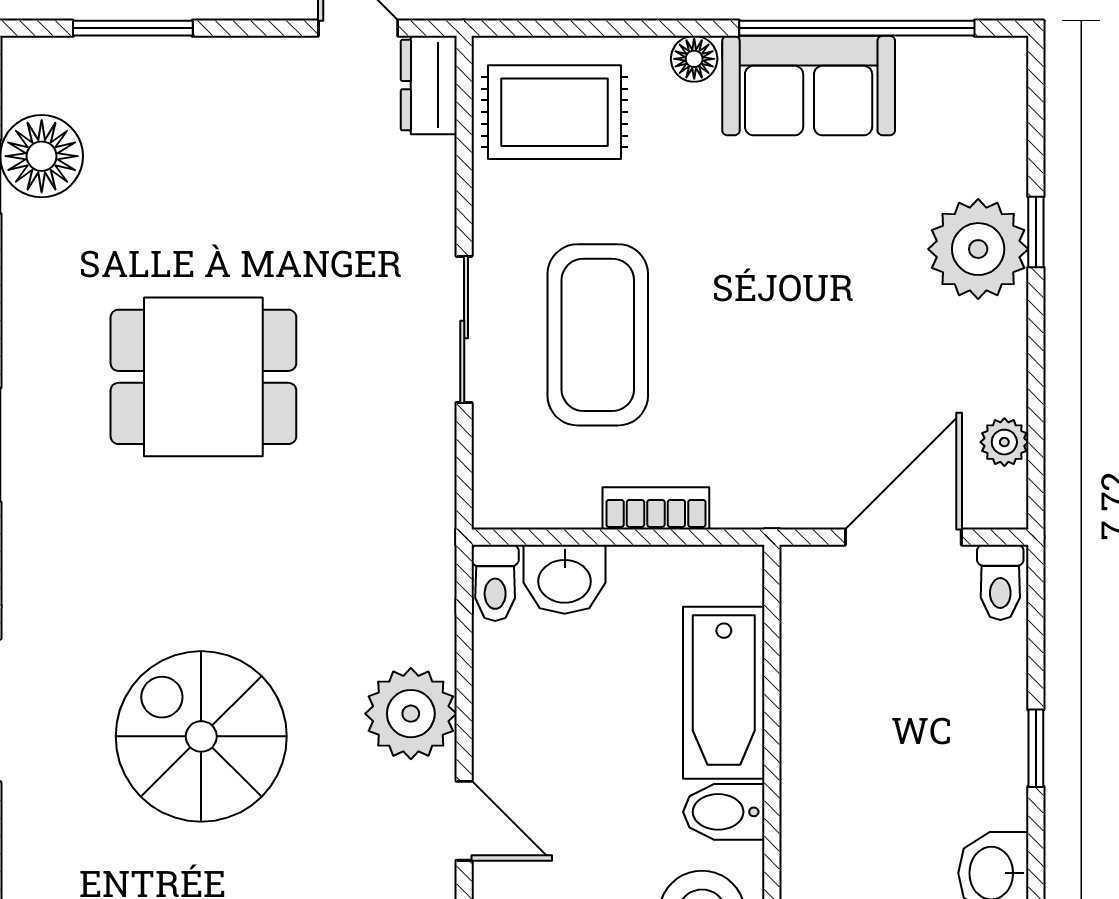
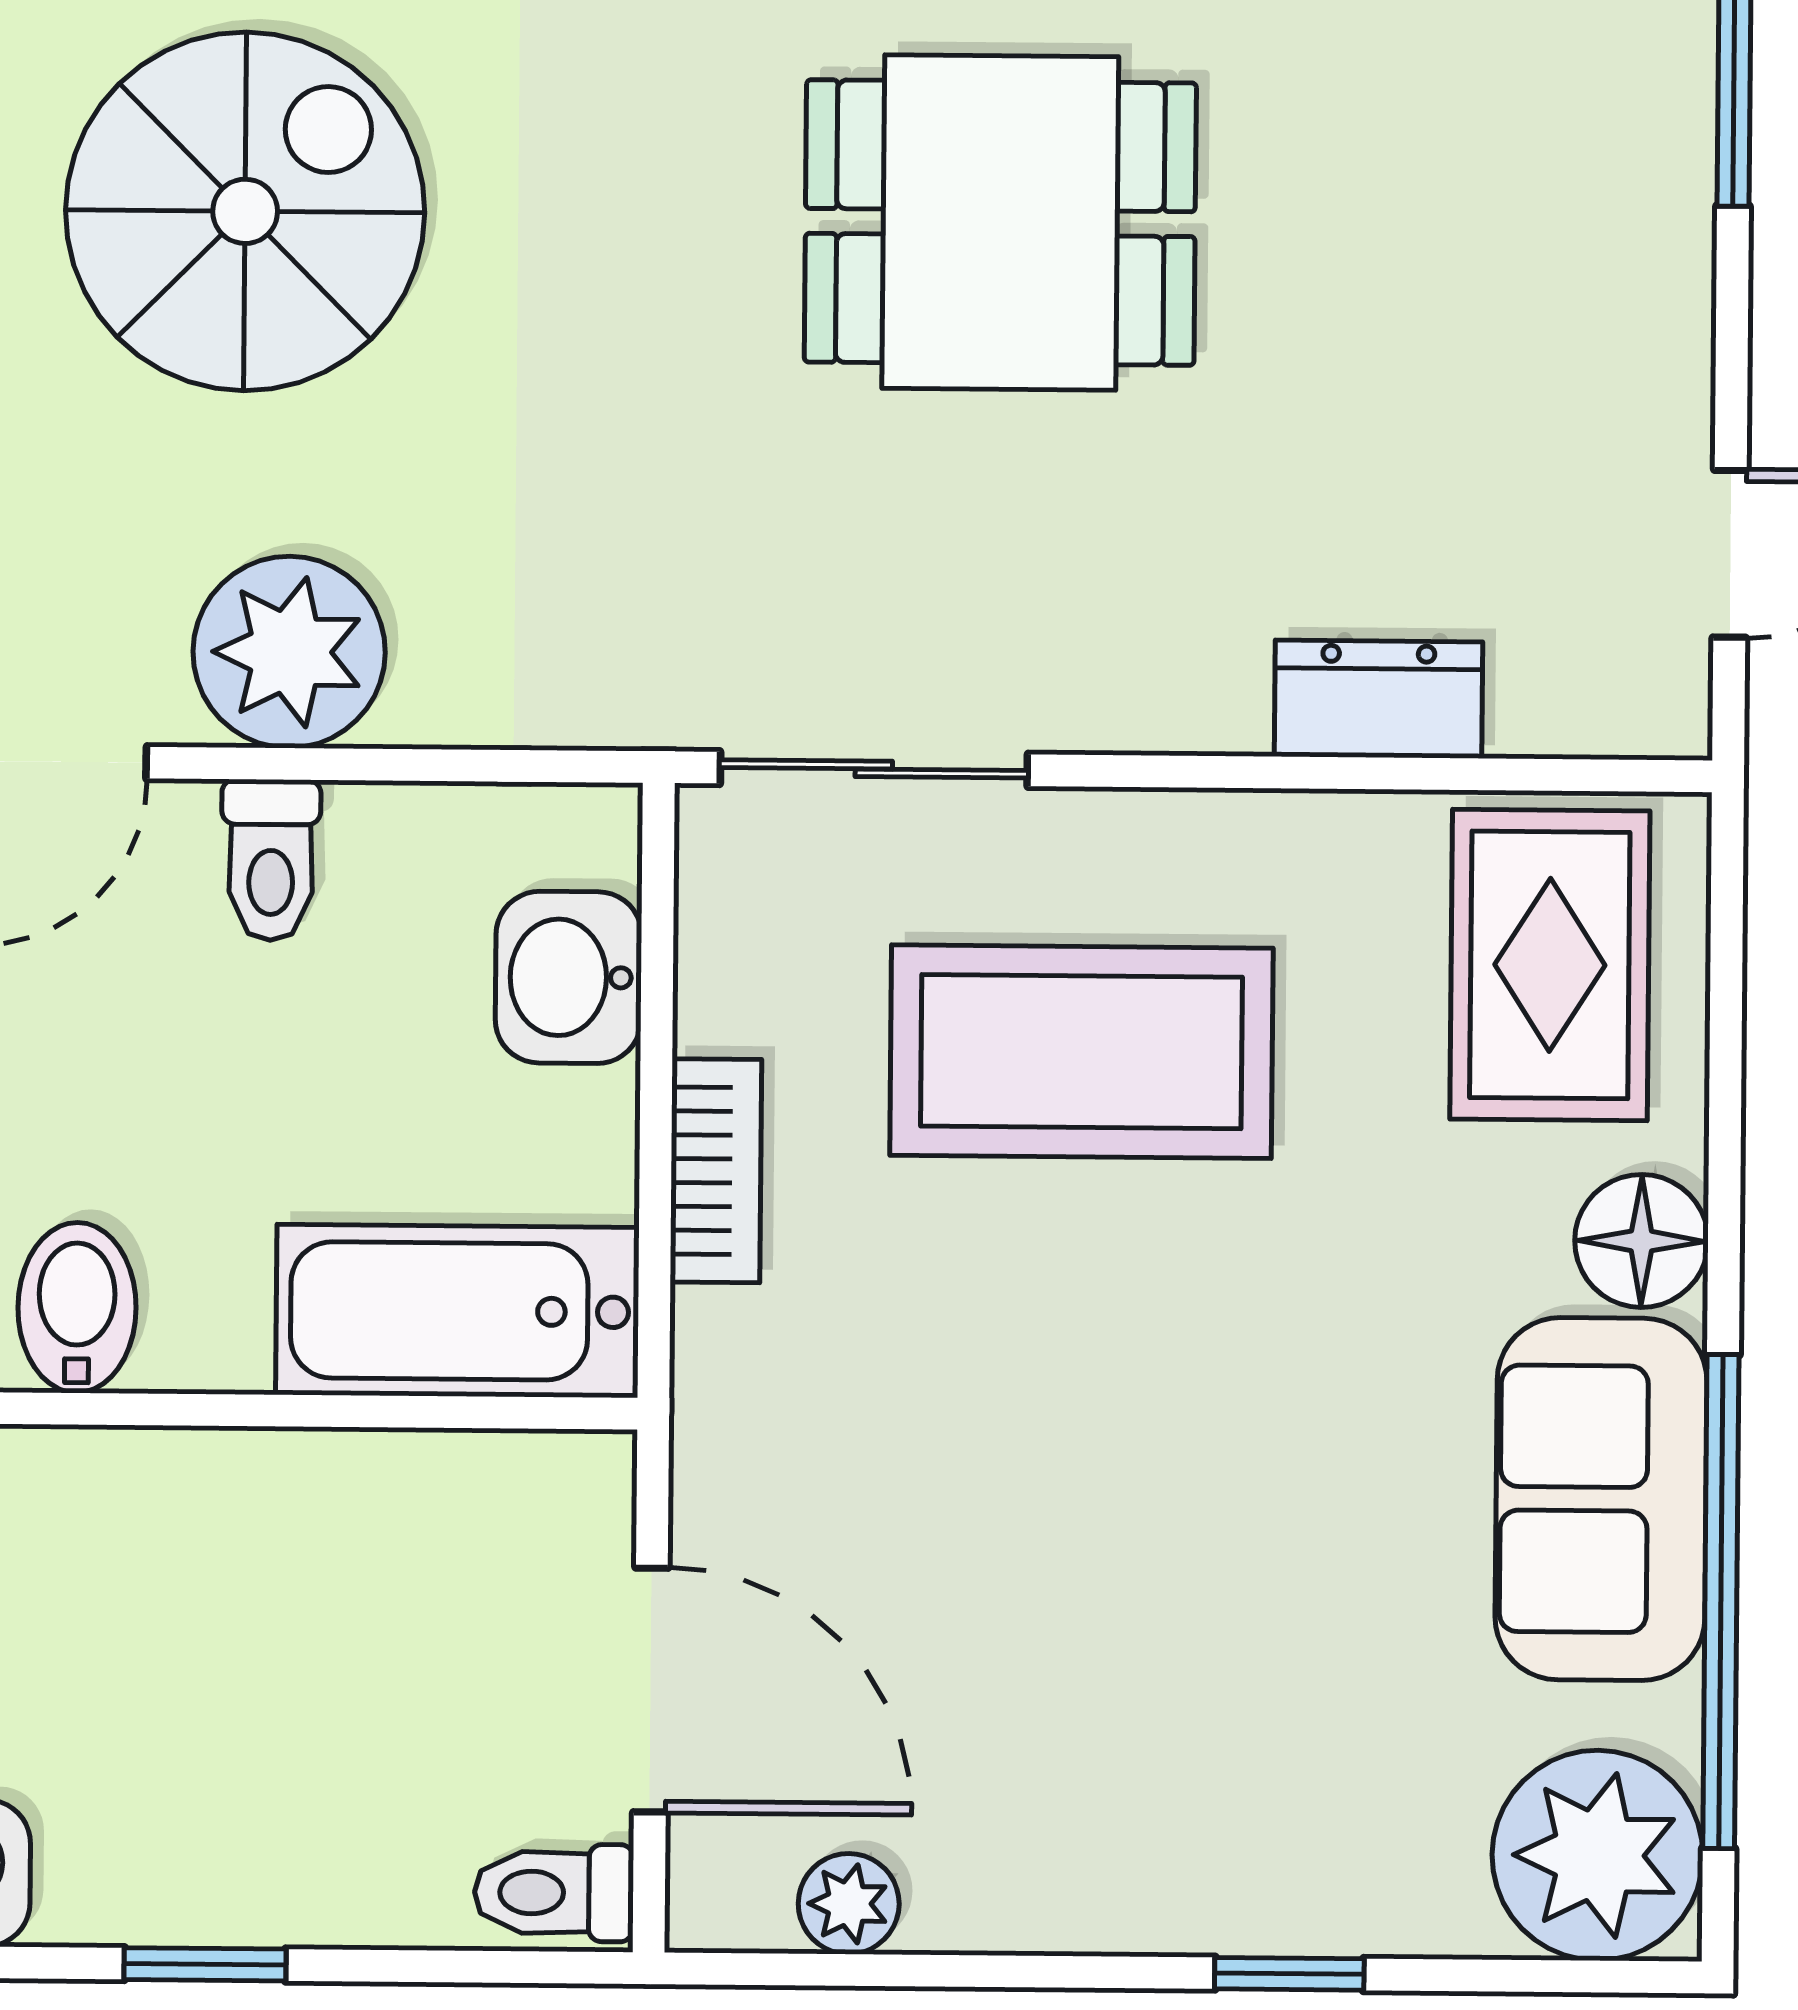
floor lamp: (694, 59) -> (1641, 1241), width x1.37, depth x1.37
dresser: (429, 85) -> (1378, 699), moved
plant: (978, 249) -> (1597, 1855), moved
sliding door: (464, 329) -> (874, 769), moved
dining table: (203, 377) -> (1000, 223), turned 90
toilet: (495, 583) -> (271, 860), moved, turned -90
bathtub: (724, 693) -> (457, 1311), moved

